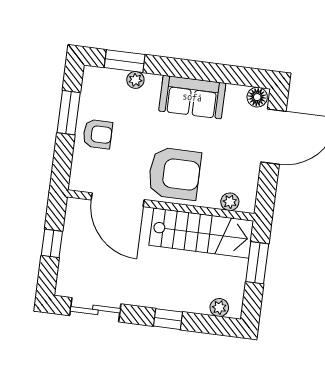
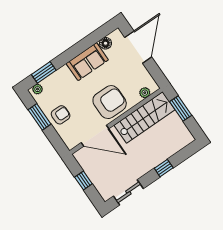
plant: (135, 80) -> (38, 89), moved
floor lamp: (257, 97) -> (106, 43), moved
plant: (219, 308) -> (182, 143), removed

